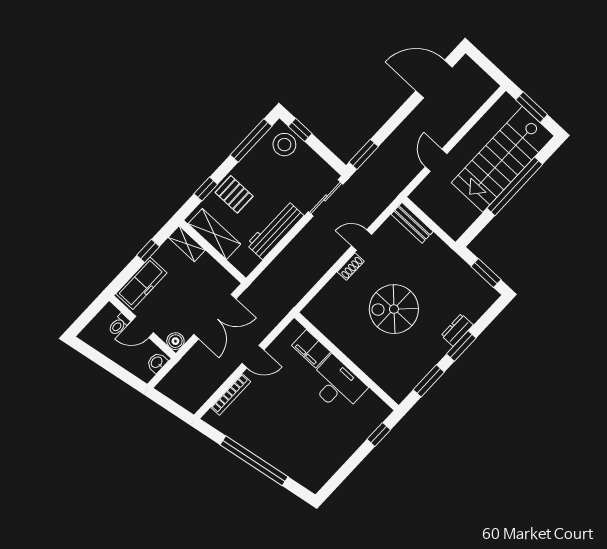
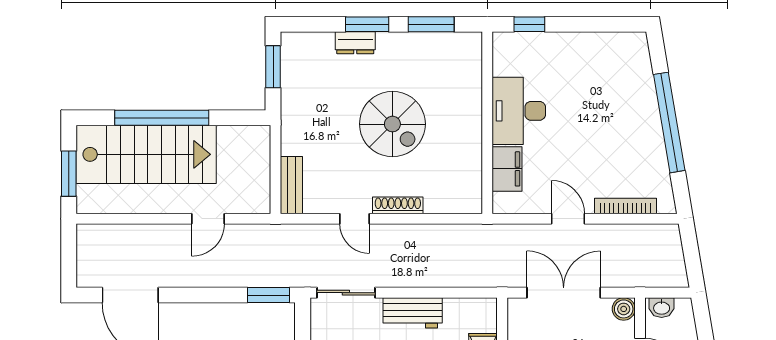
workbench: (275, 230) -> (413, 313), width x0.73
shoe rack: (351, 267) -> (398, 205), width x1.43

